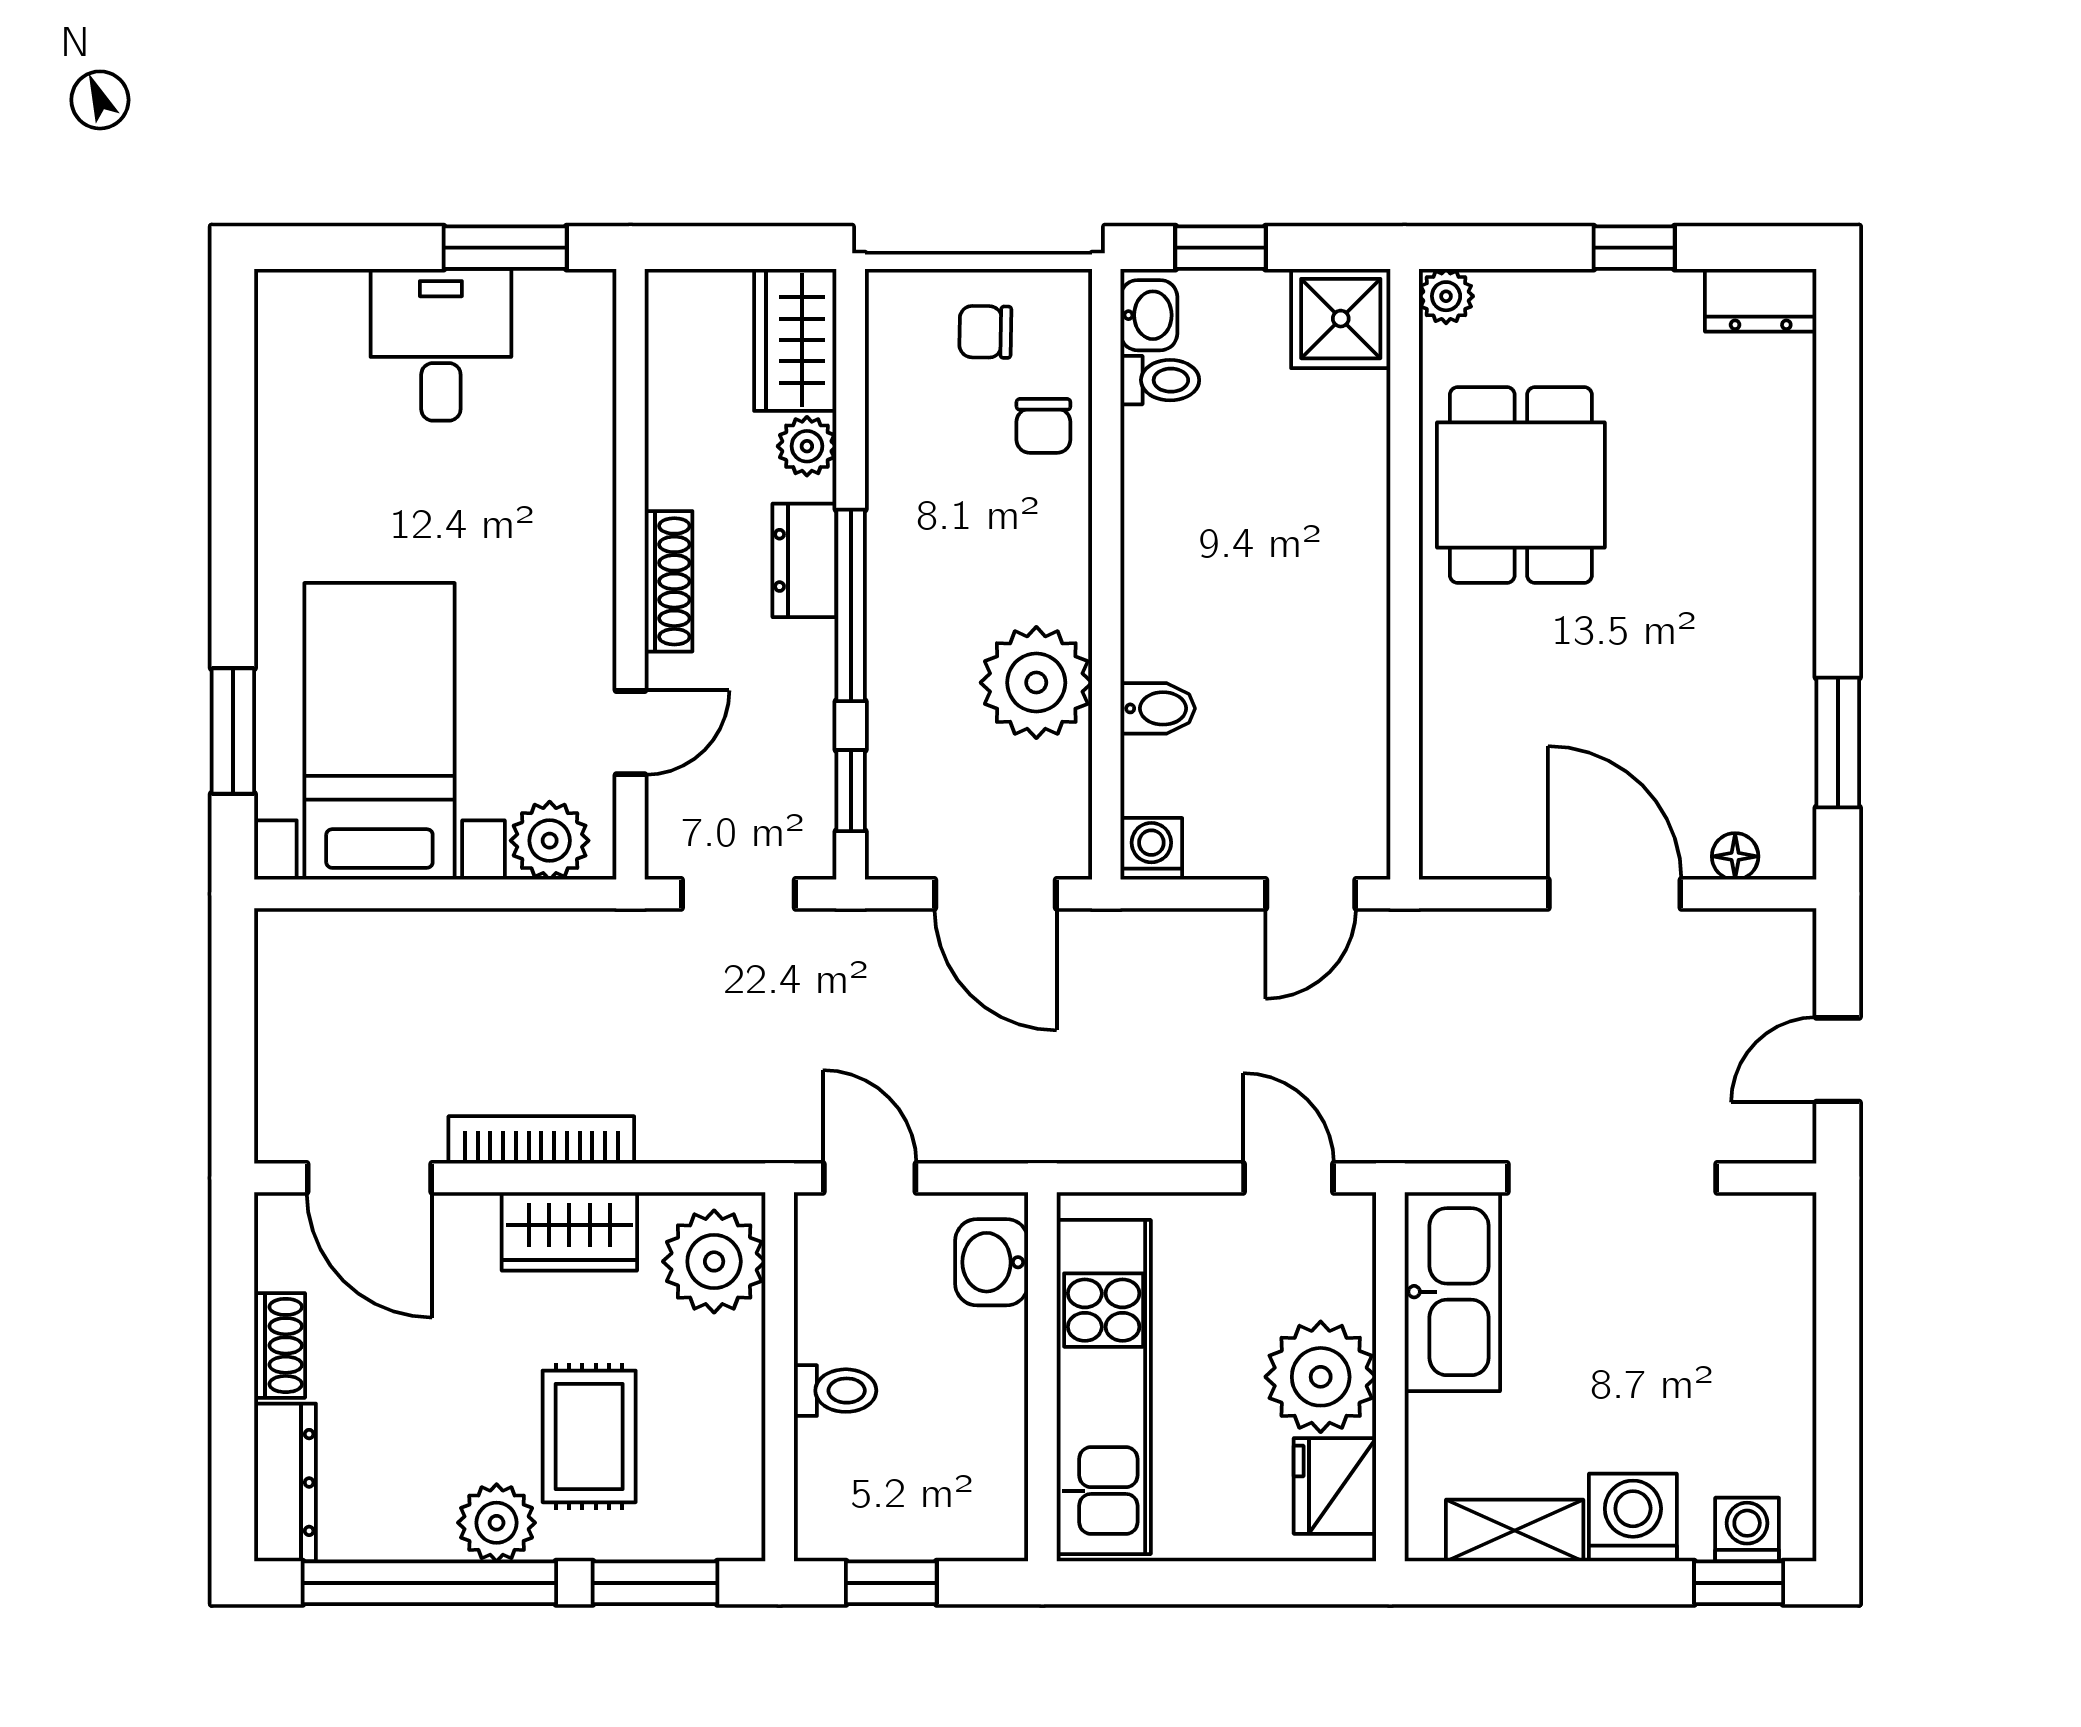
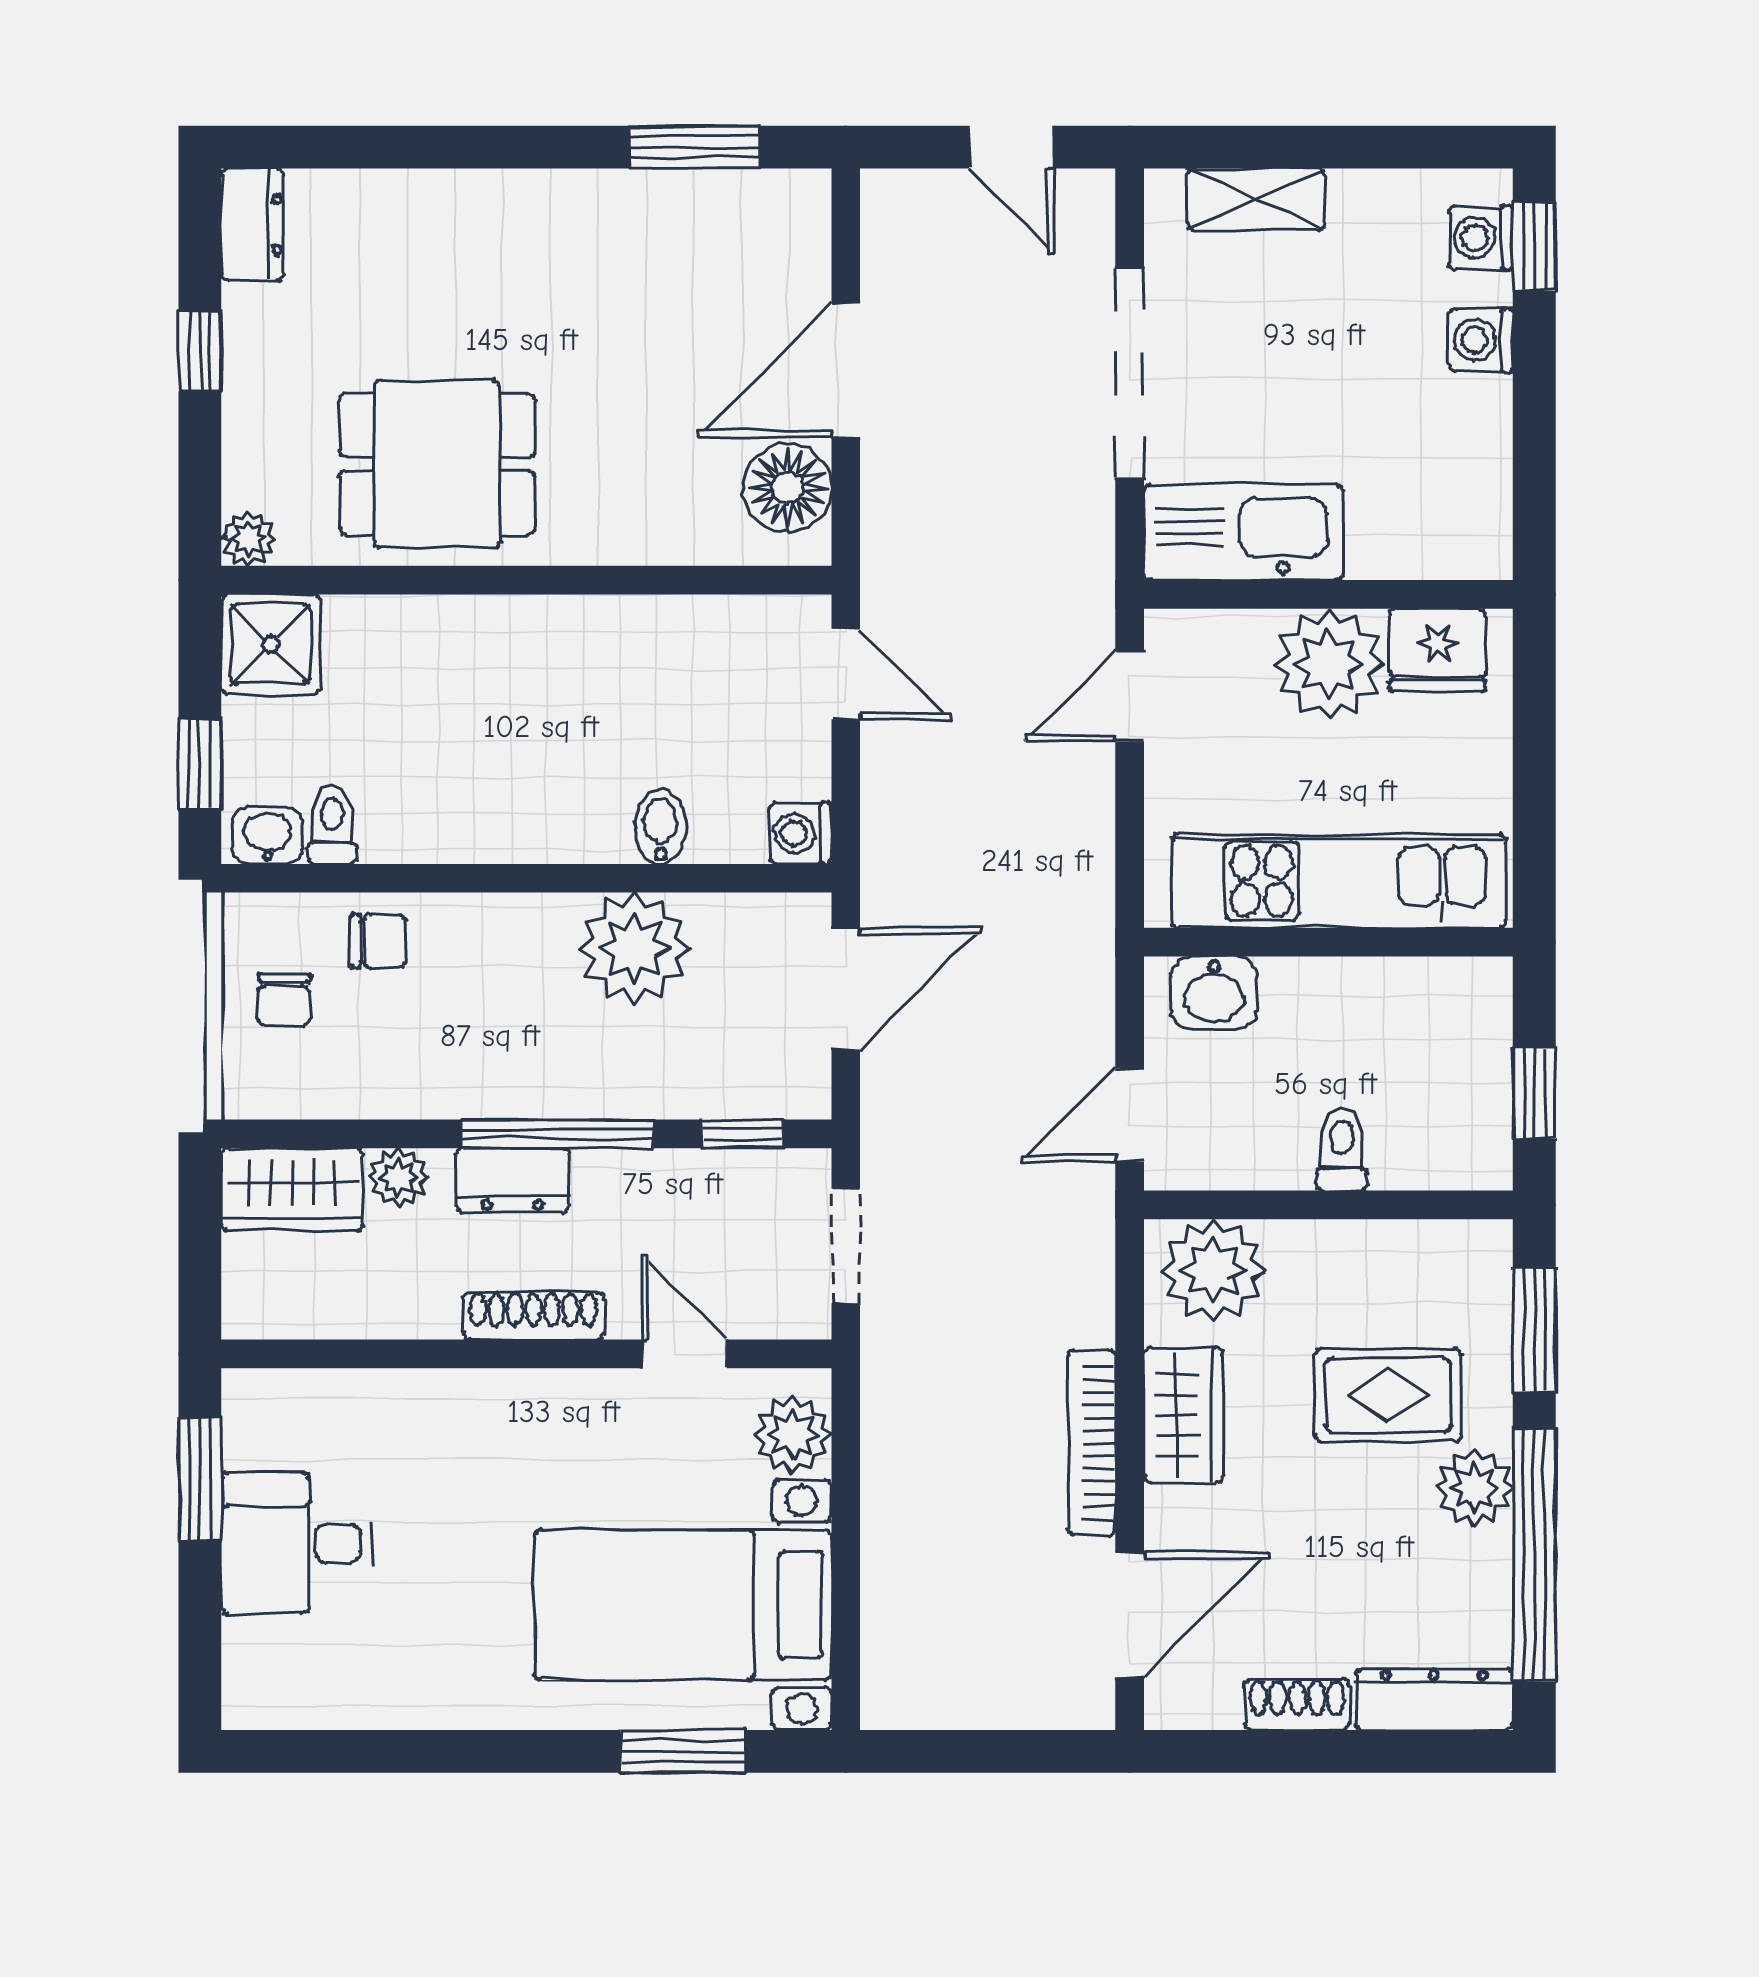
floor lamp: (1735, 856) -> (788, 488), moved, width x1.89, depth x1.89
washing machine: (1633, 1517) -> (1481, 340), width x0.73, depth x0.73
shelving: (1515, 1530) -> (1256, 199), moved, turned 90

